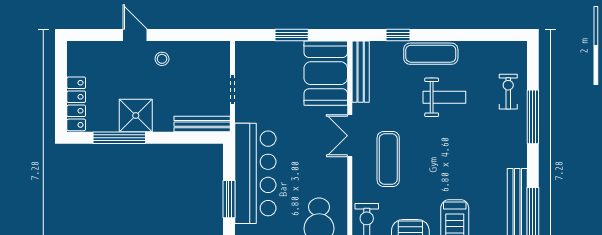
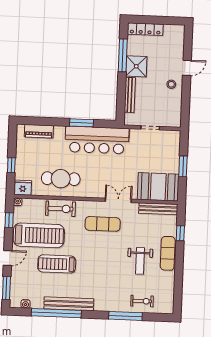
bench: (202, 124) -> (130, 95), moved

